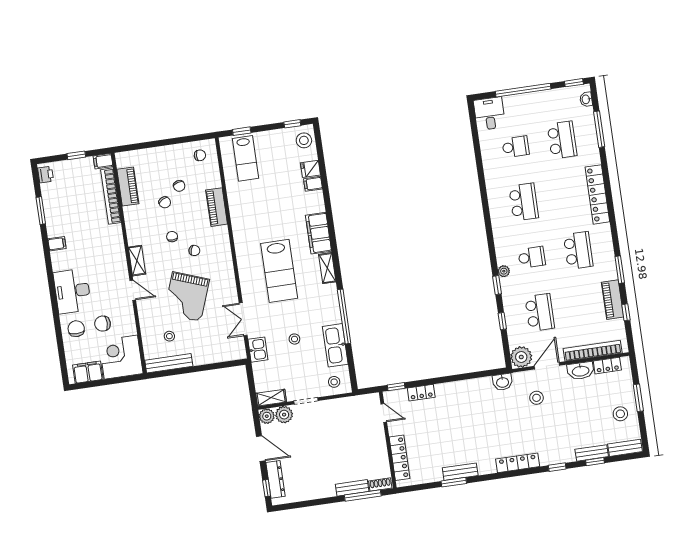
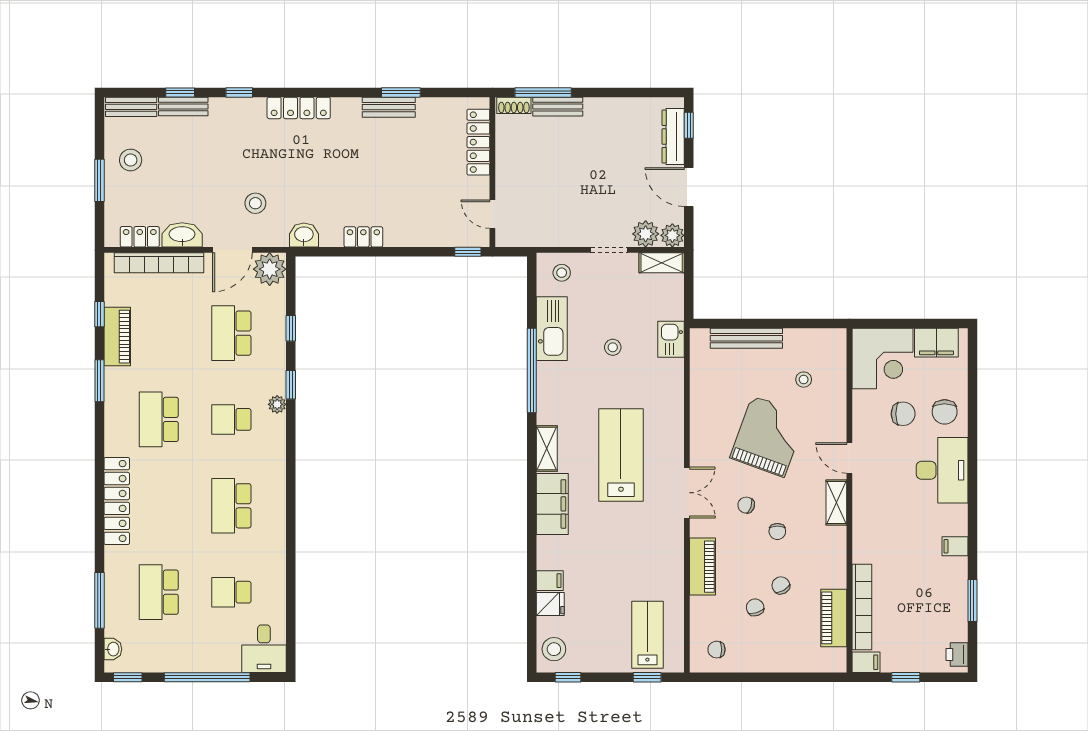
double door: (243, 319) -> (687, 493), moved
bench: (169, 363) -> (746, 338), moved
locker: (421, 393) -> (363, 237), moved

